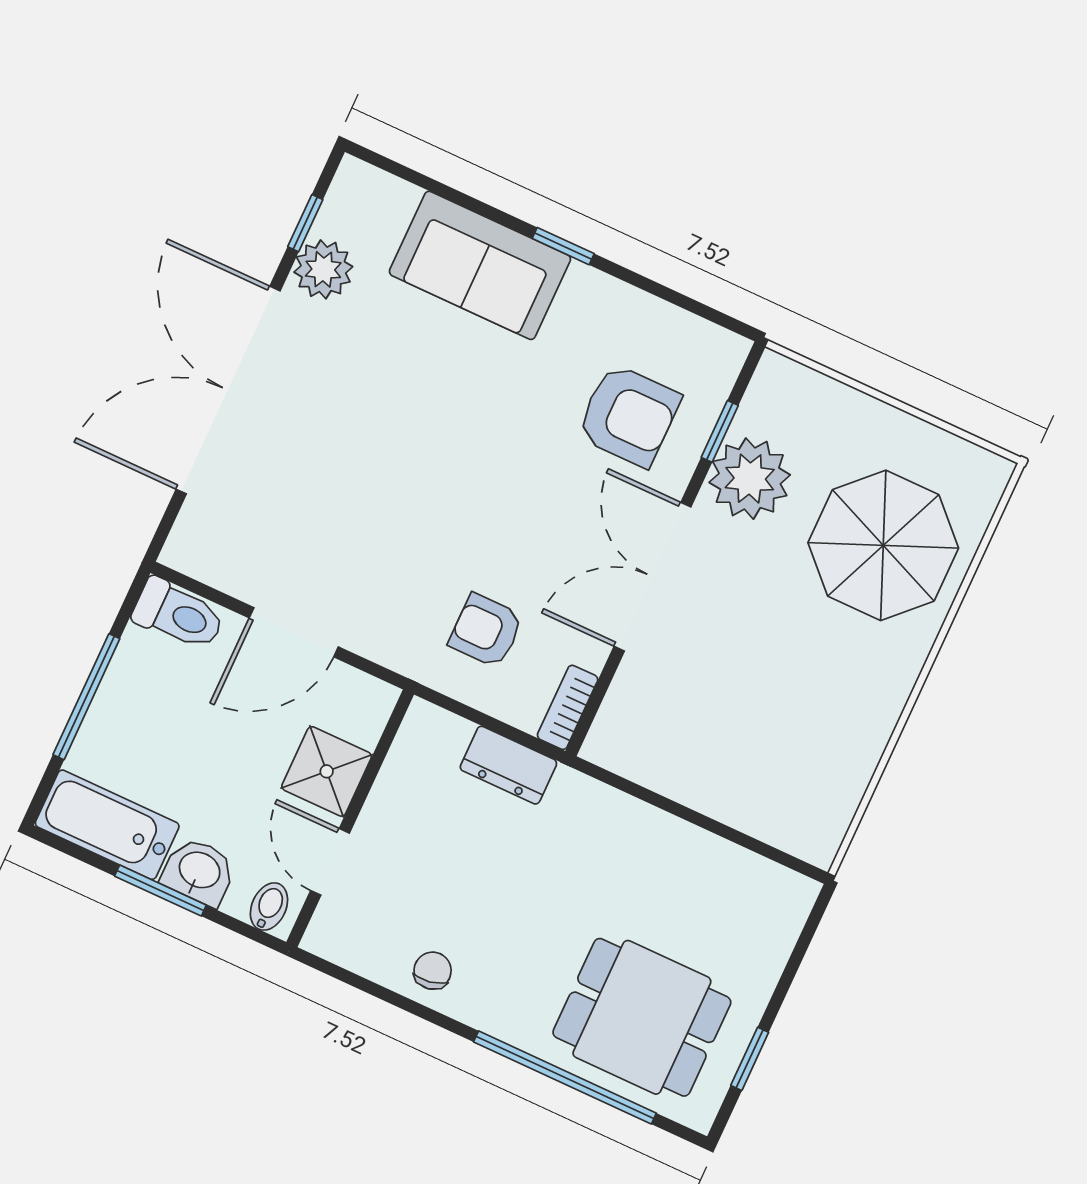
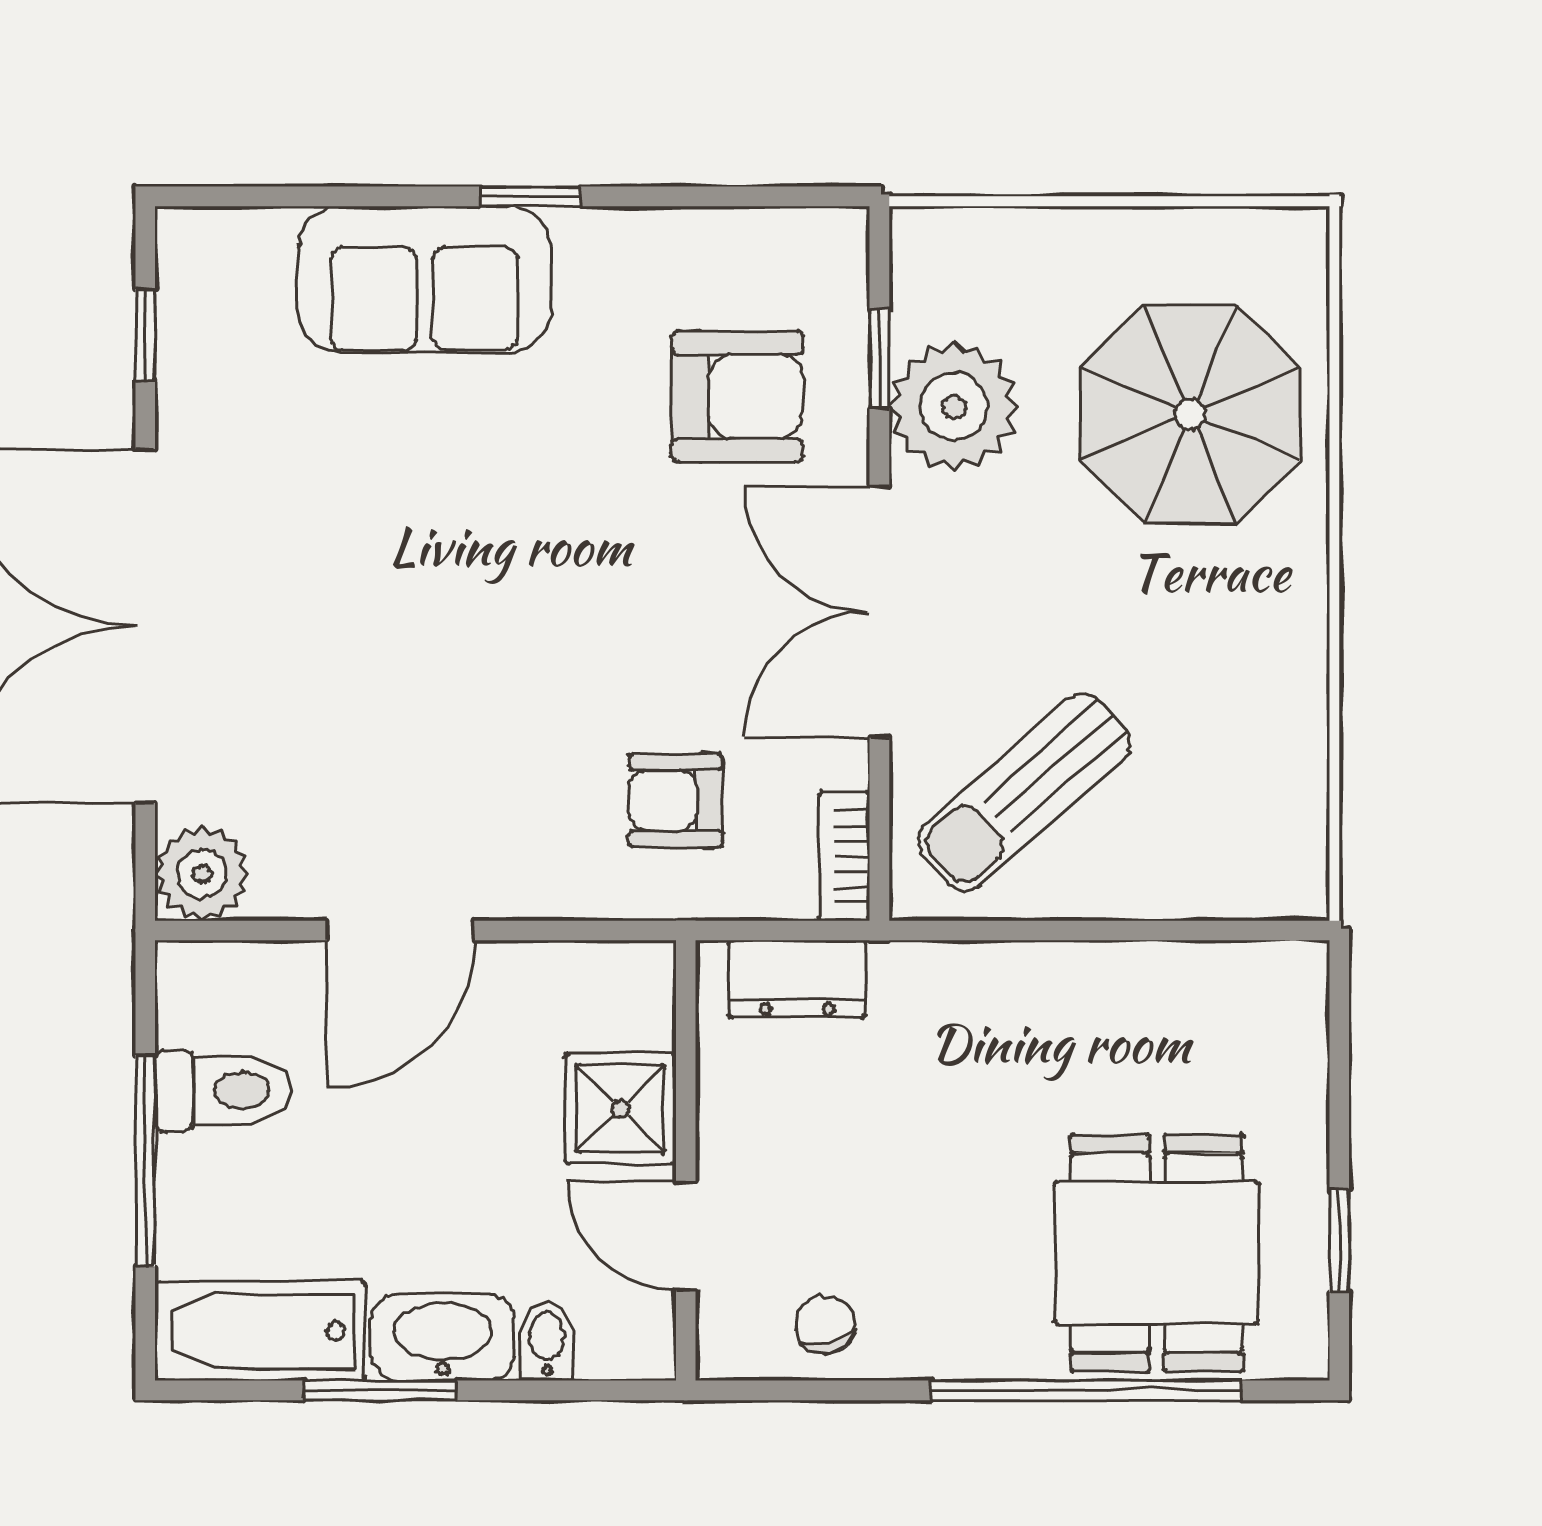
plant: (323, 269) -> (202, 874), moved
toilet: (179, 615) -> (223, 1091), moved
sun lounger: (688, 718) -> (1024, 792), added
shower: (327, 771) -> (621, 1109), moved
wall: (350, 818) -> (686, 1160), moved
door: (330, 862) -> (686, 1236), moved
washbasin: (199, 871) -> (443, 1337), width x1.38
dining table: (642, 1017) -> (1157, 1253), turned 90

